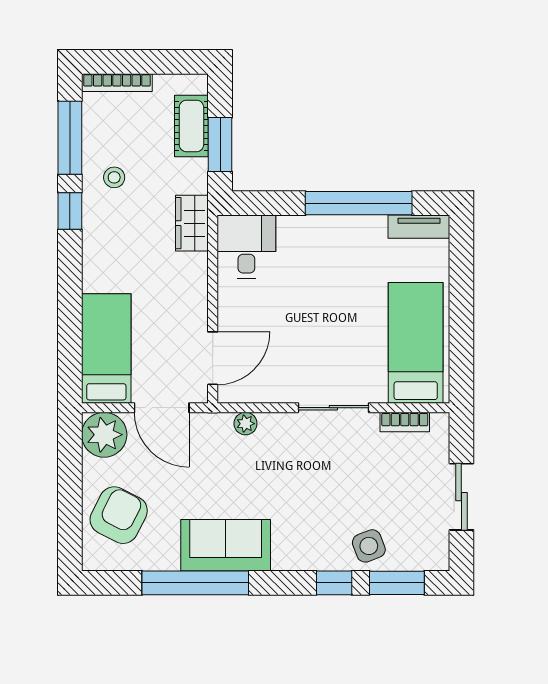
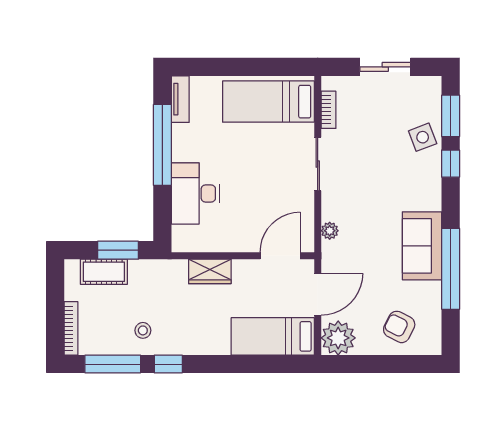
wardrobe: (192, 223) -> (210, 271), moved
desk: (246, 247) -> (195, 194), moved, width x1.37
door: (213, 358) -> (280, 256), hinge flipped
armchair: (119, 515) -> (399, 327), width x0.72, depth x0.72

